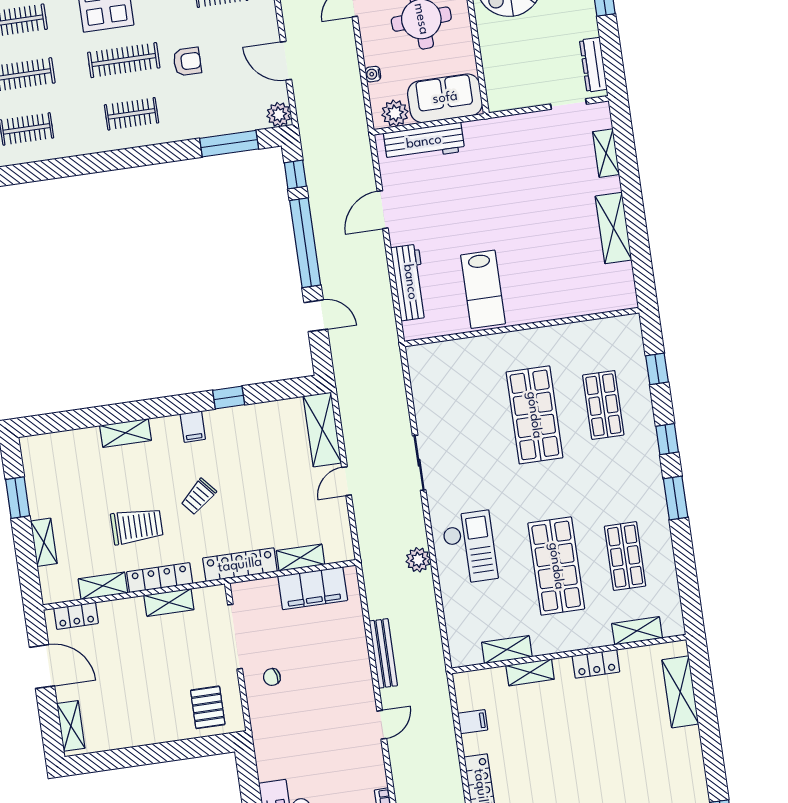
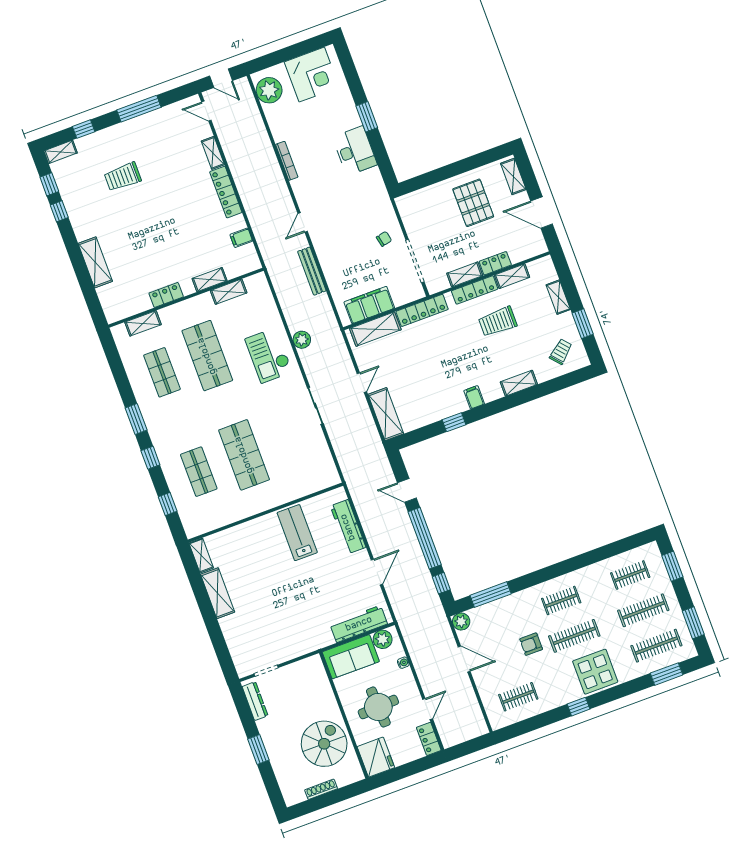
shelving: (606, 153) -> (201, 555), moved
trolley: (199, 497) -> (561, 352), moved
shelving: (301, 558) -> (375, 329), width x1.50, depth x1.33
locker: (76, 616) -> (495, 263), moved
shelving: (680, 692) -> (95, 262), moved
pallet: (208, 707) -> (473, 203), moved, width x1.50, depth x1.42

